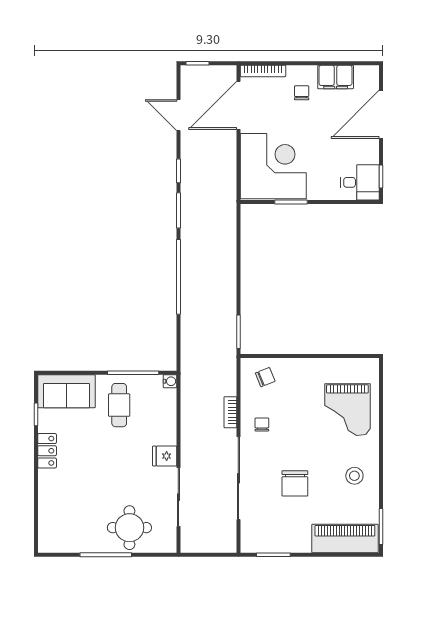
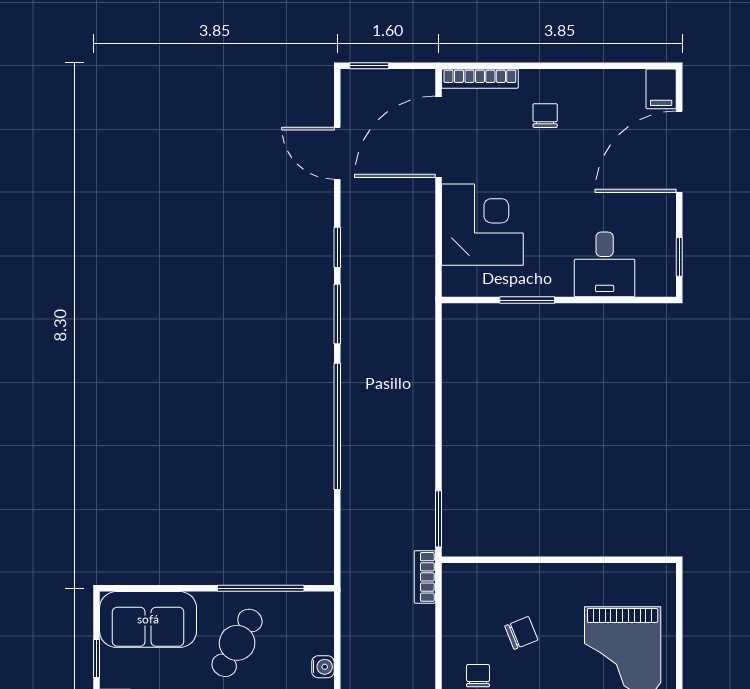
filing cabinet: (336, 77) -> (661, 89), moved, width x0.50
corner desk: (273, 166) -> (482, 225), width x0.74, depth x0.74
desk: (360, 182) -> (605, 264), moved, turned 90
chair: (265, 377) -> (521, 633), moved
water cooler: (170, 381) -> (323, 667), moved
cafe table: (119, 405) -> (237, 643), turned 30
bookcase: (230, 412) -> (425, 577), moved

